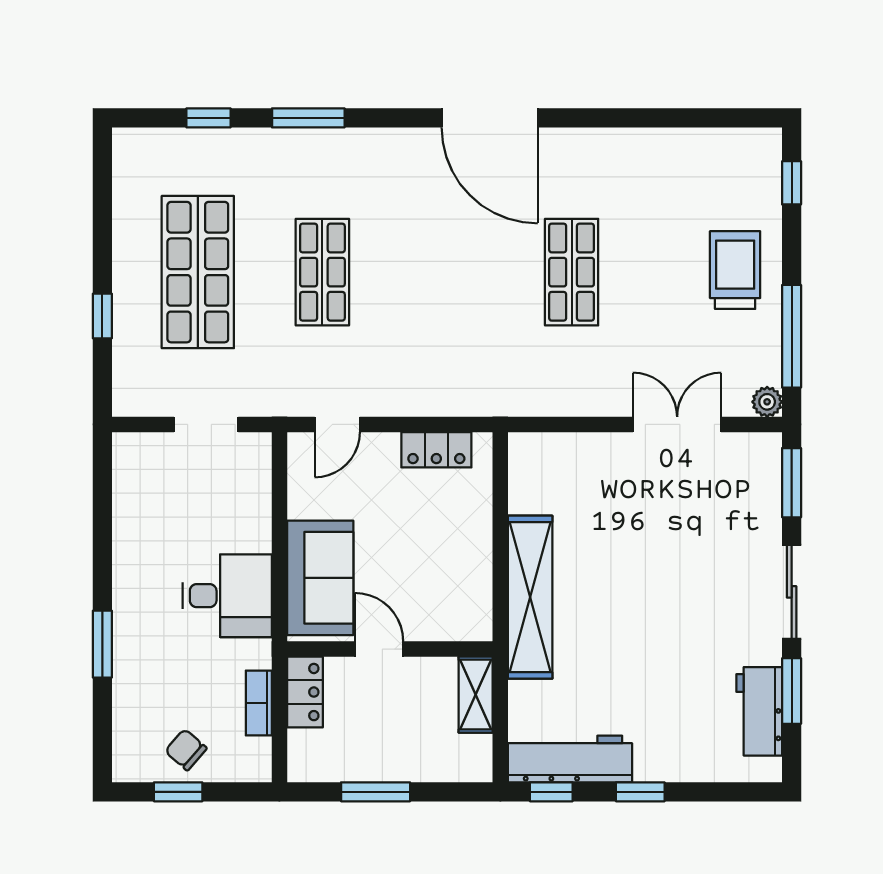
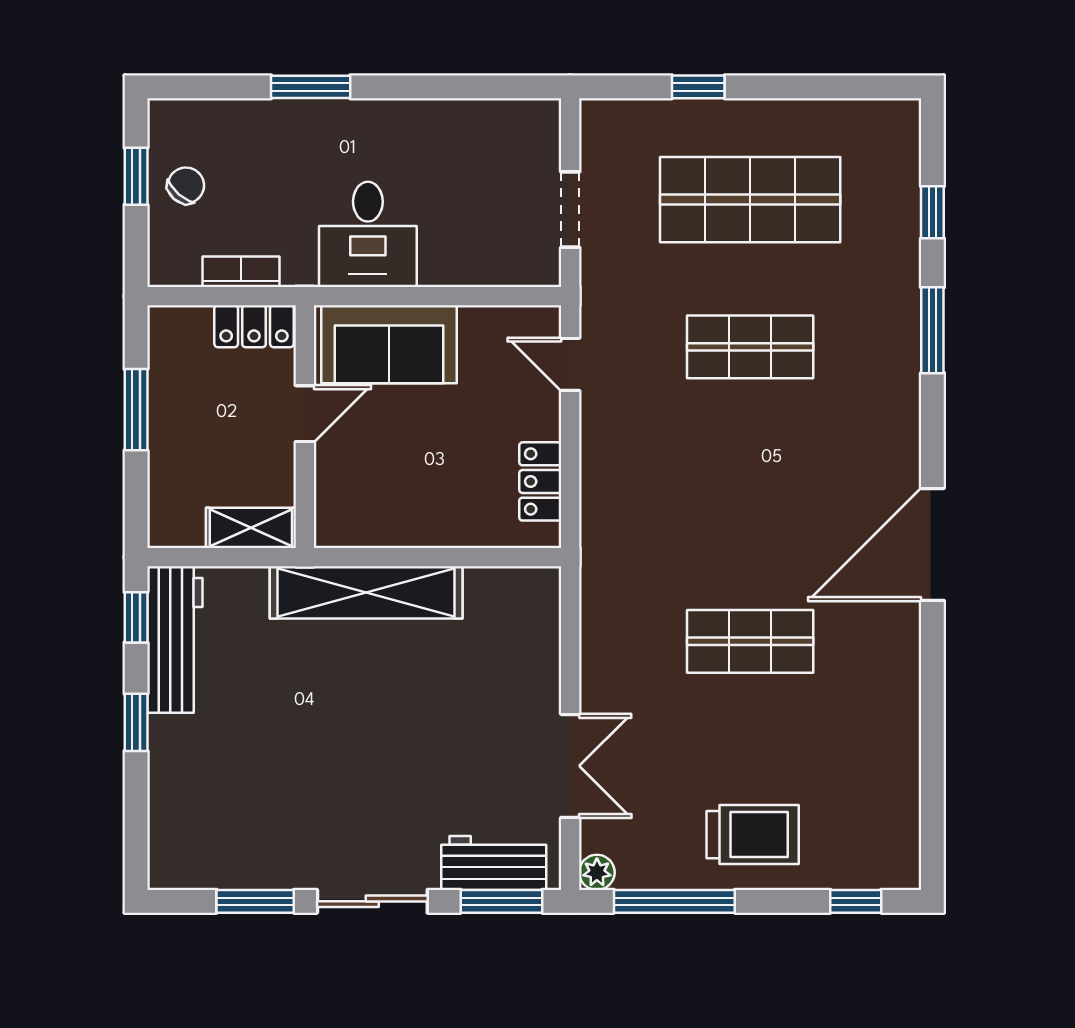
workbench: (759, 711) -> (494, 863), moved

